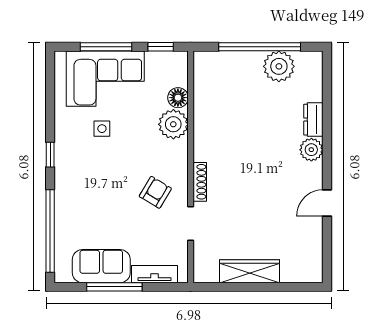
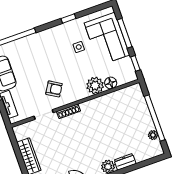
plant: (279, 66) -> (153, 135), width x0.53, depth x0.53
window: (50, 155) -> (68, 18), moved

